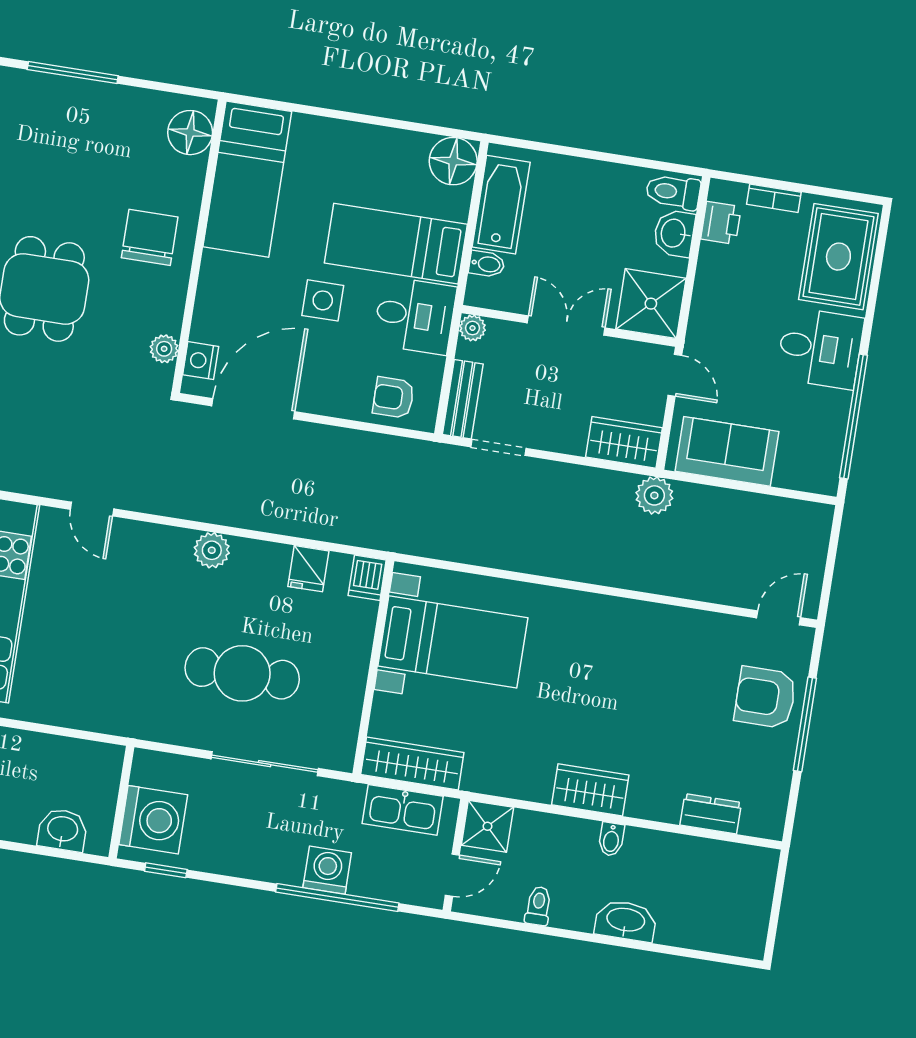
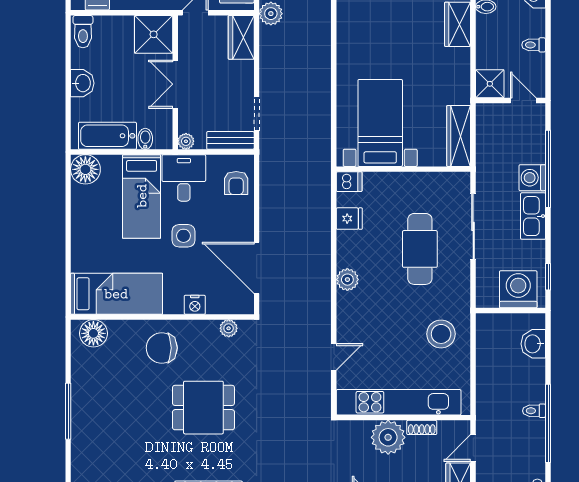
washbasin: (674, 233) -> (82, 83), moved, turned -90
nightstand: (201, 361) -> (195, 305), moved
stool: (102, 686) -> (441, 334), added
kitchen sink: (403, 810) -> (533, 216), moved, turned 180

